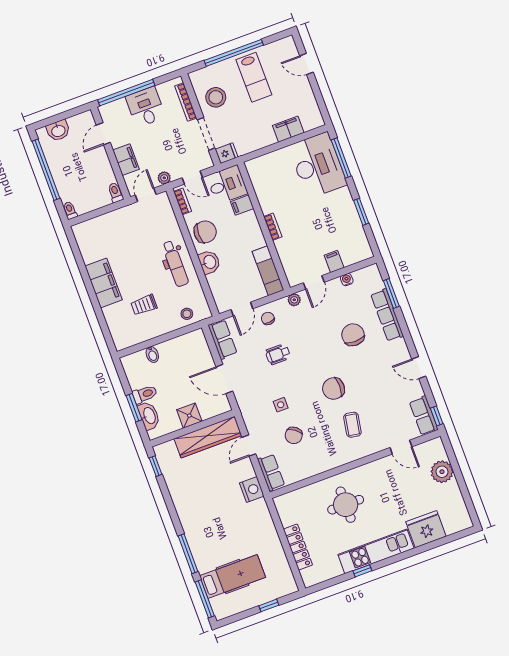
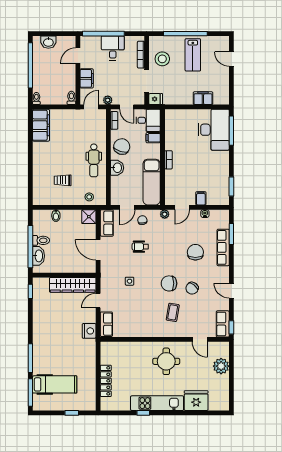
window: (361, 212) -> (231, 187), moved
chair: (205, 232) -> (122, 147), turned -73
exam couch: (268, 271) -> (152, 182), width x1.36, depth x1.45
filing cabinet: (104, 283) -> (41, 125), moved
window: (134, 408) -> (30, 247), width x2.11
shower: (189, 416) -> (89, 217), moved
chair: (294, 435) -> (192, 288), moved
round table: (346, 505) -> (166, 361), moved

